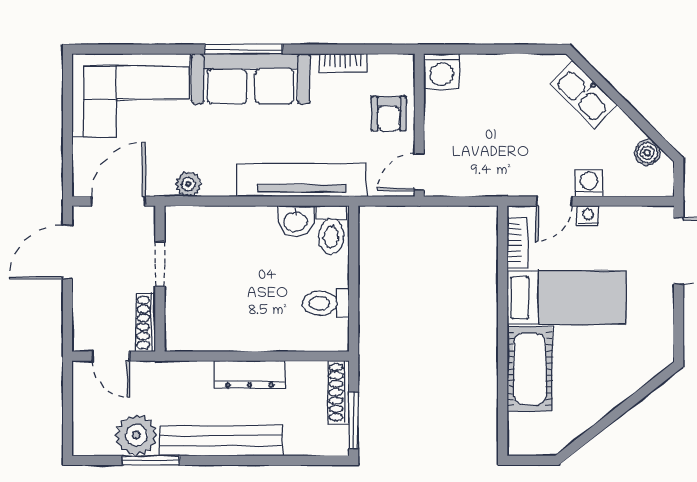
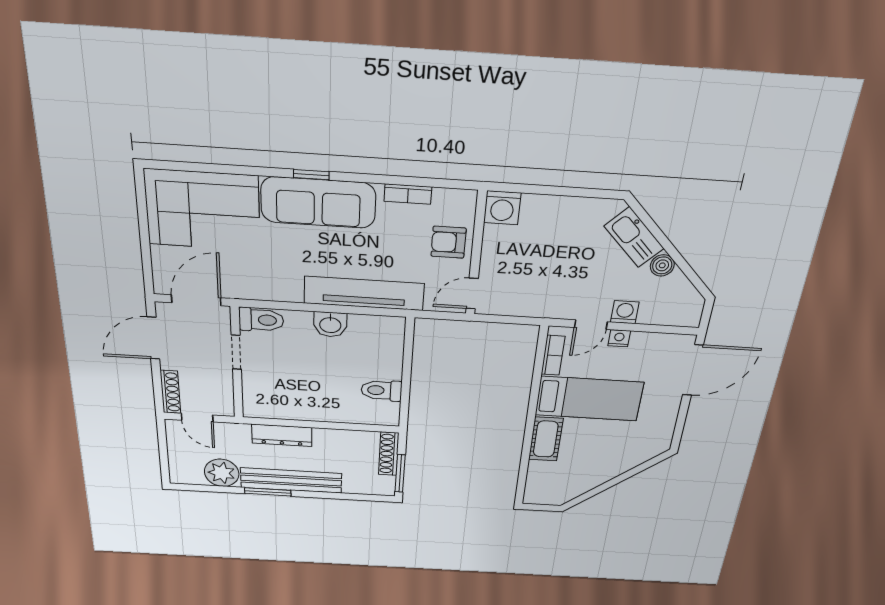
window: (243, 49) -> (311, 175), width x0.46
armchair: (389, 114) -> (449, 242), turned 90
boiler: (647, 153) -> (662, 265), moved
plant: (189, 184) -> (260, 290), removed
washbasin: (296, 221) -> (330, 324), moved
toilet: (331, 230) -> (261, 320), moved, turned -90
shoe rack: (146, 322) -> (170, 392), moved, turned 180
cot: (530, 369) -> (546, 439), width x0.73, depth x0.75
dresser: (249, 374) -> (282, 435), moved
window: (151, 460) -> (268, 492), moved

